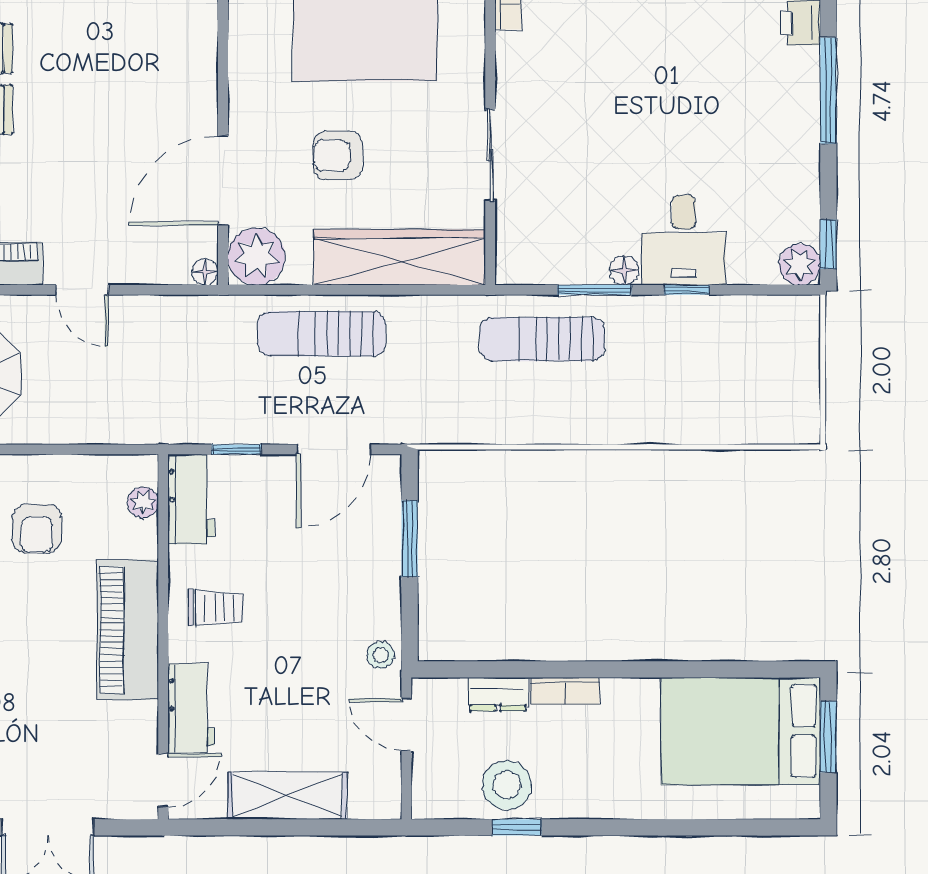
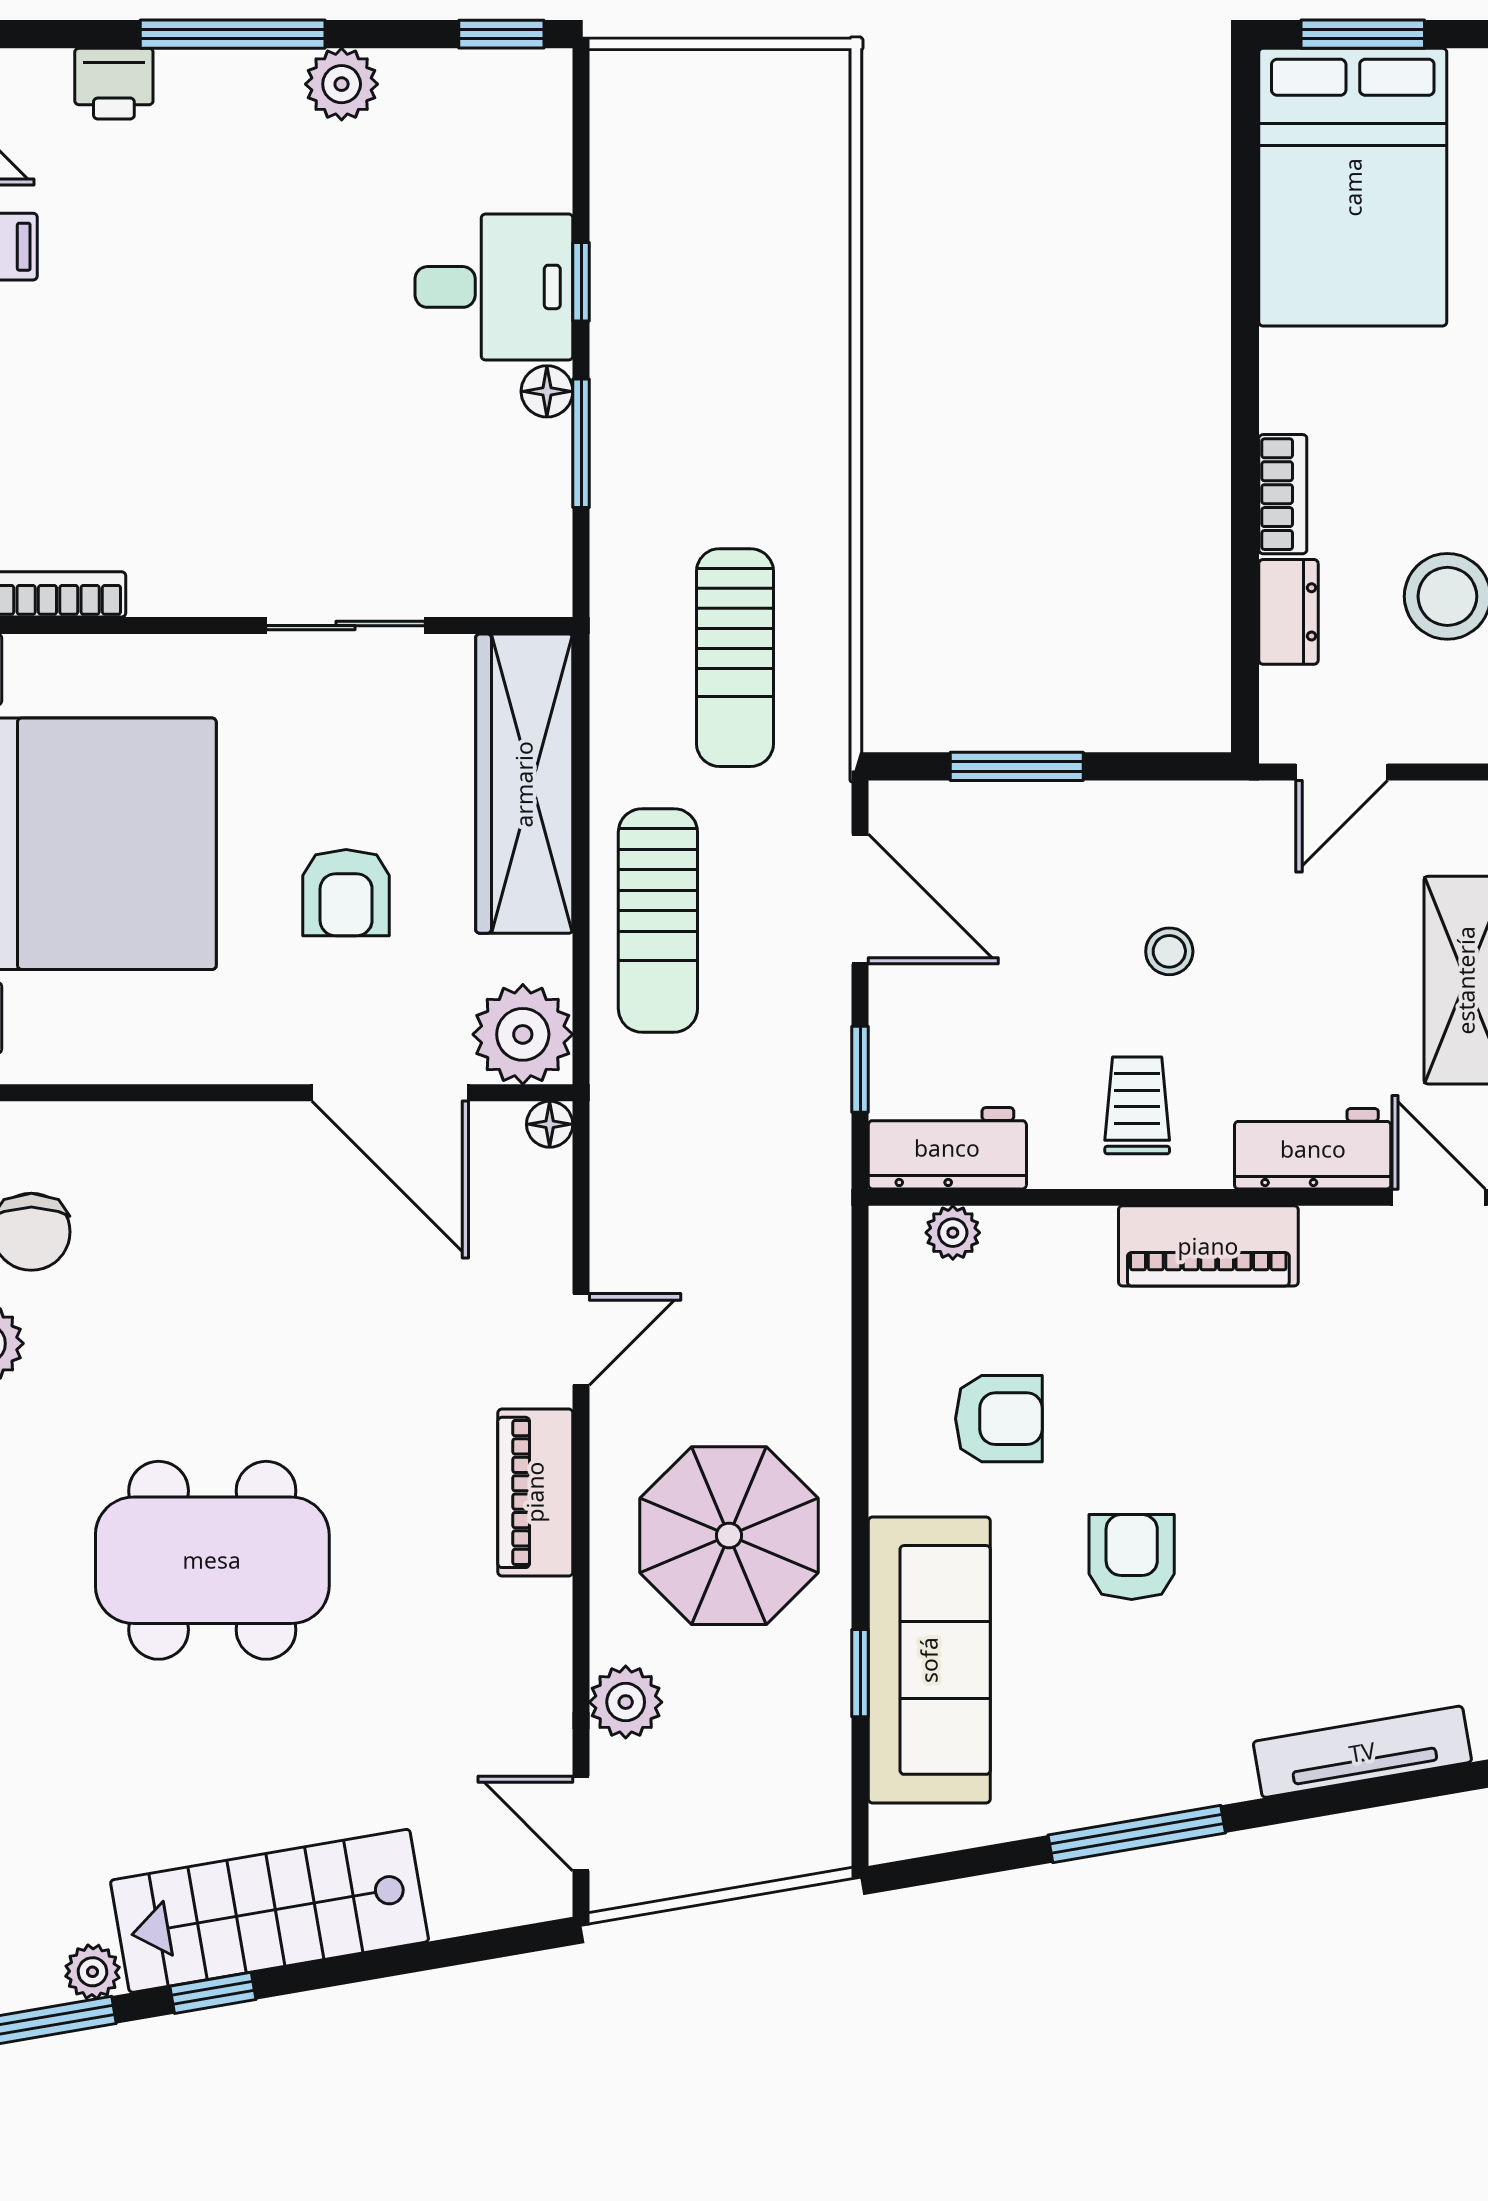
plant: (800, 264) -> (342, 84), moved
sun lounger: (542, 339) -> (735, 658), moved
piano: (128, 630) -> (1208, 1246), width x0.73, depth x0.75
stool: (380, 655) -> (1169, 951), moved

